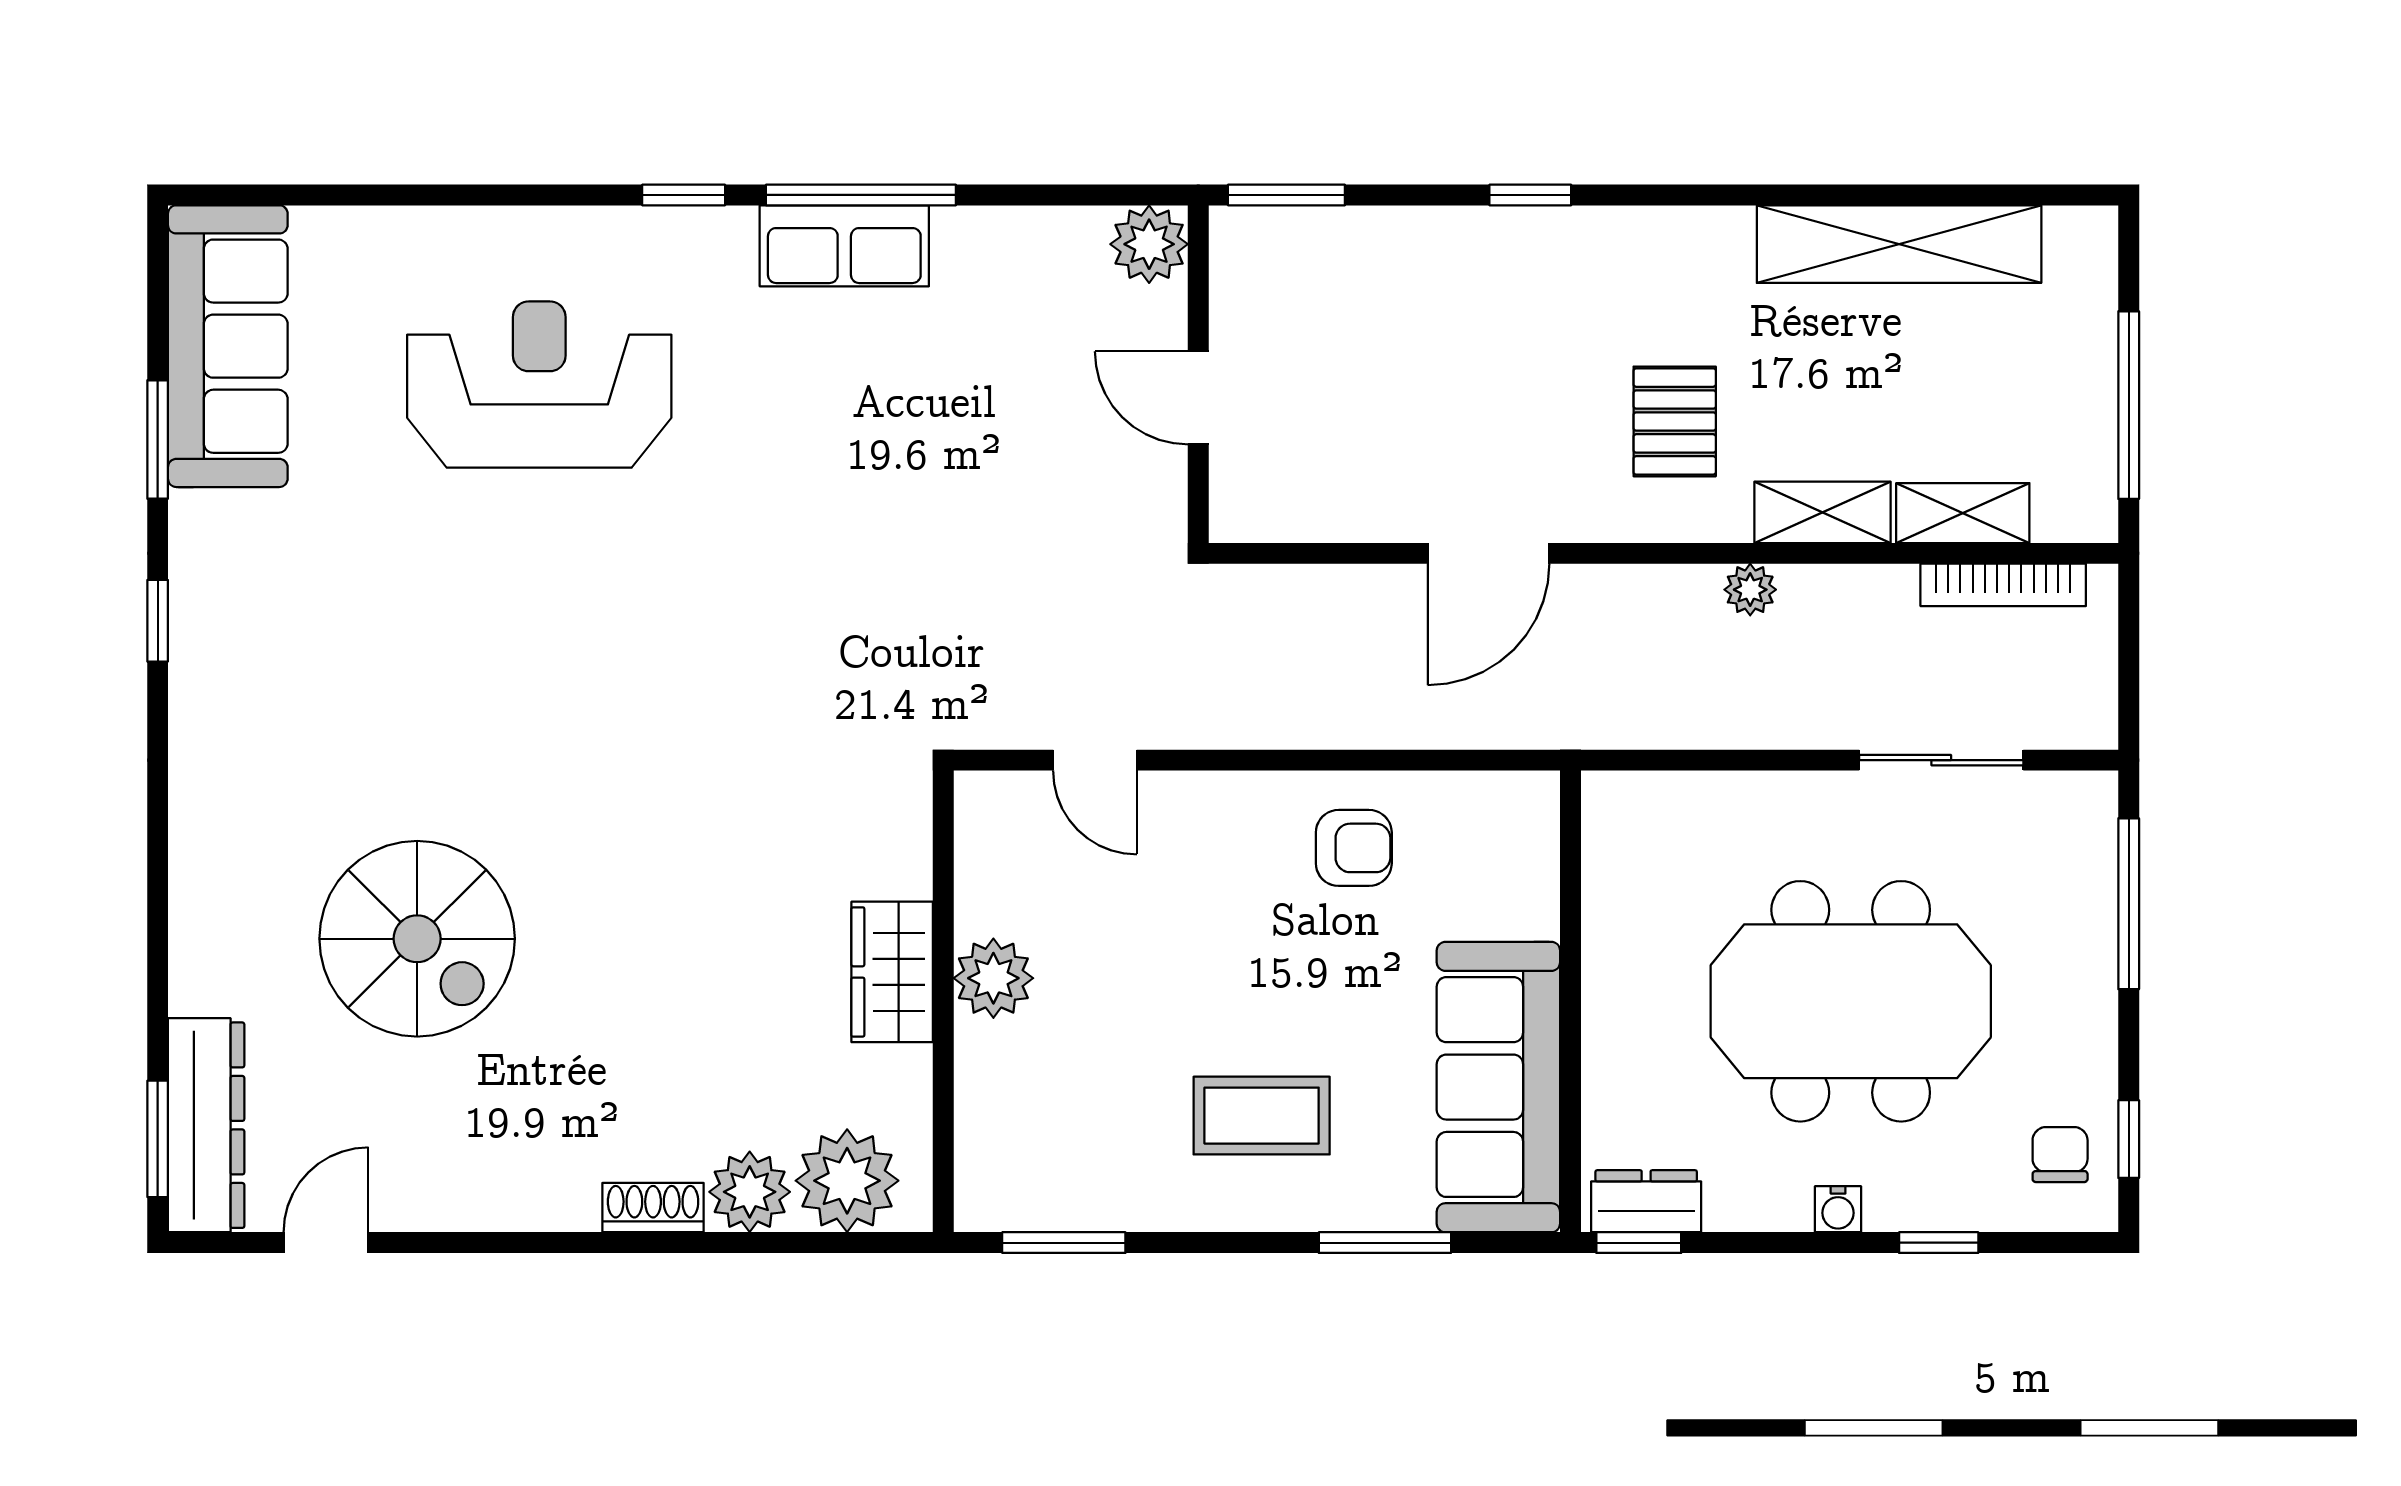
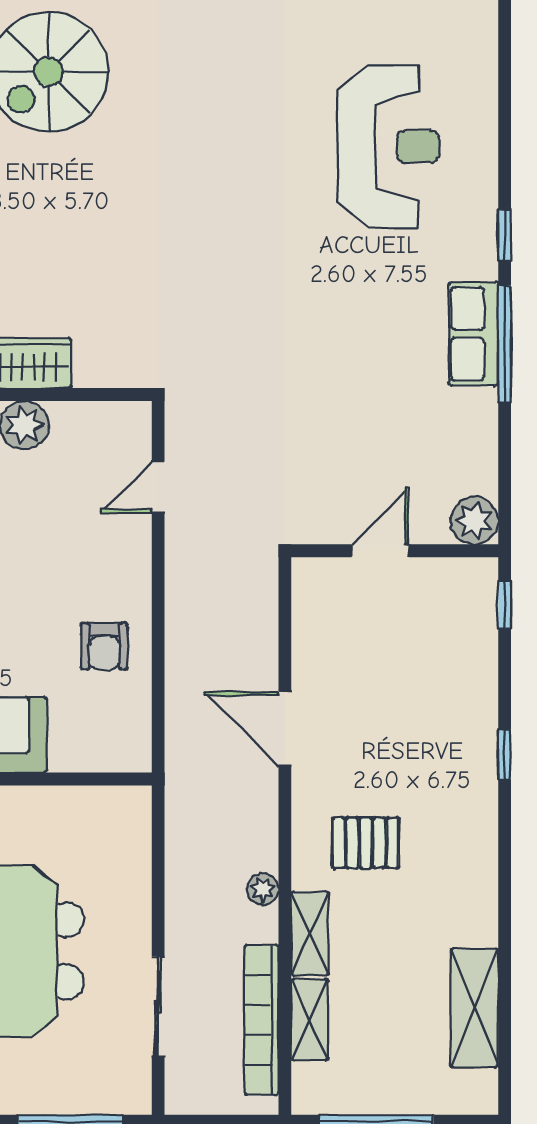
window: (1286, 195) -> (505, 605), width x0.67
shelving: (1899, 244) -> (474, 1008), width x0.68
bookcase: (2003, 585) -> (261, 1020), width x1.48, depth x1.31

